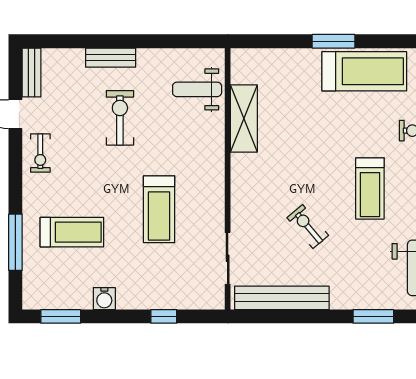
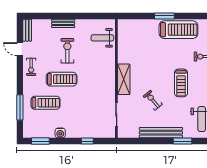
shelving: (244, 119) -> (124, 79), moved
treadmill: (159, 209) -> (62, 79), moved, turned -90
bench: (282, 298) -> (161, 133), moved

